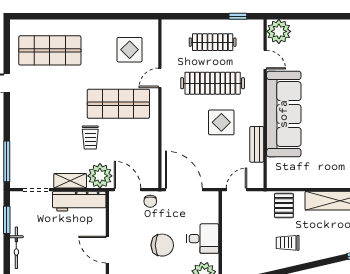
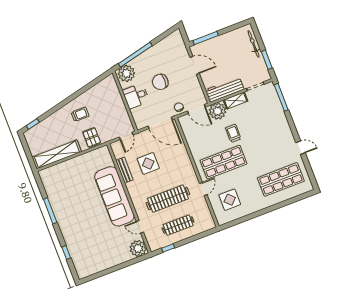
display table: (221, 122) -> (148, 163), moved

